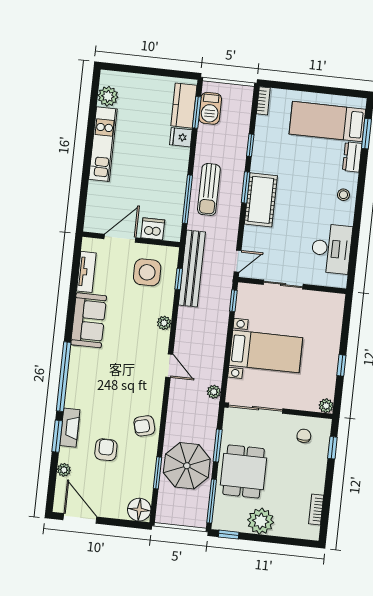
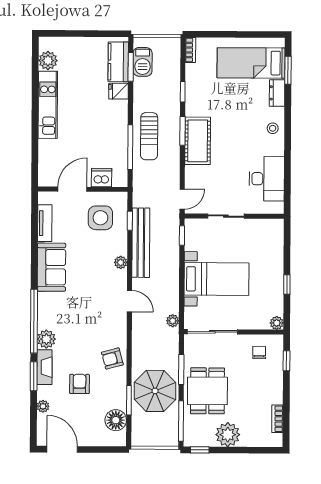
bench: (192, 268) -> (141, 243), moved
plant: (75, 397) -> (46, 339), added
floor lamp: (139, 510) -> (116, 420), moved

